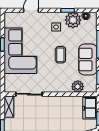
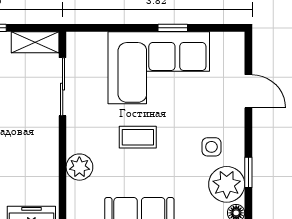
coffee table: (60, 55) -> (138, 137), moved
plant: (78, 87) -> (79, 167), moved

